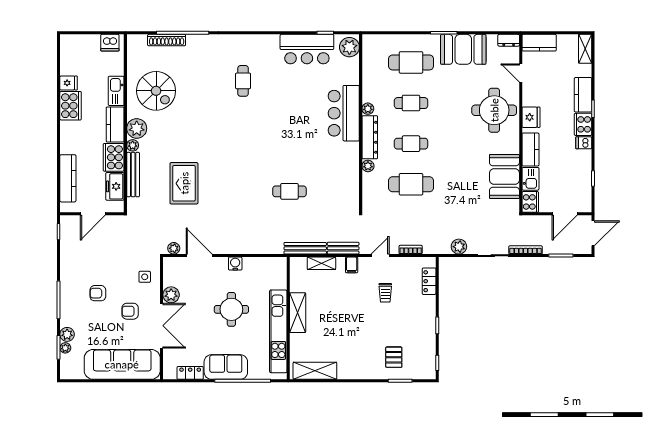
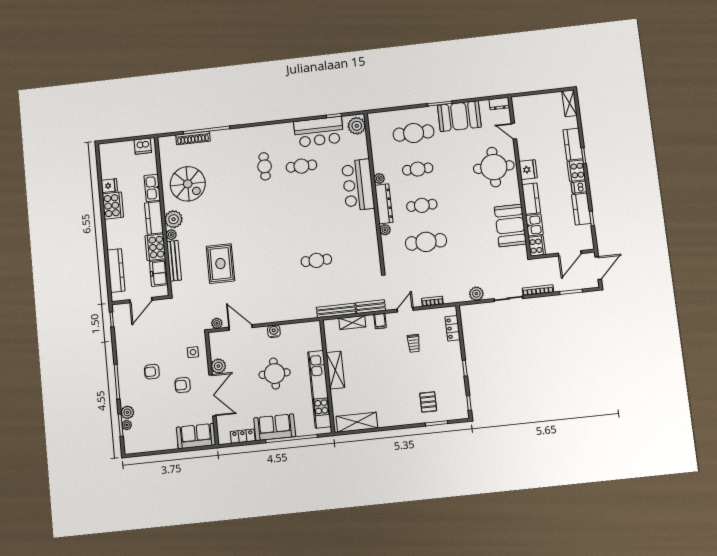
kitchen counter: (539, 43) -> (581, 209), moved, turned 90
cafe table: (284, 85) -> (301, 166), added
sofa: (122, 364) -> (196, 436), width x0.54, depth x0.79

